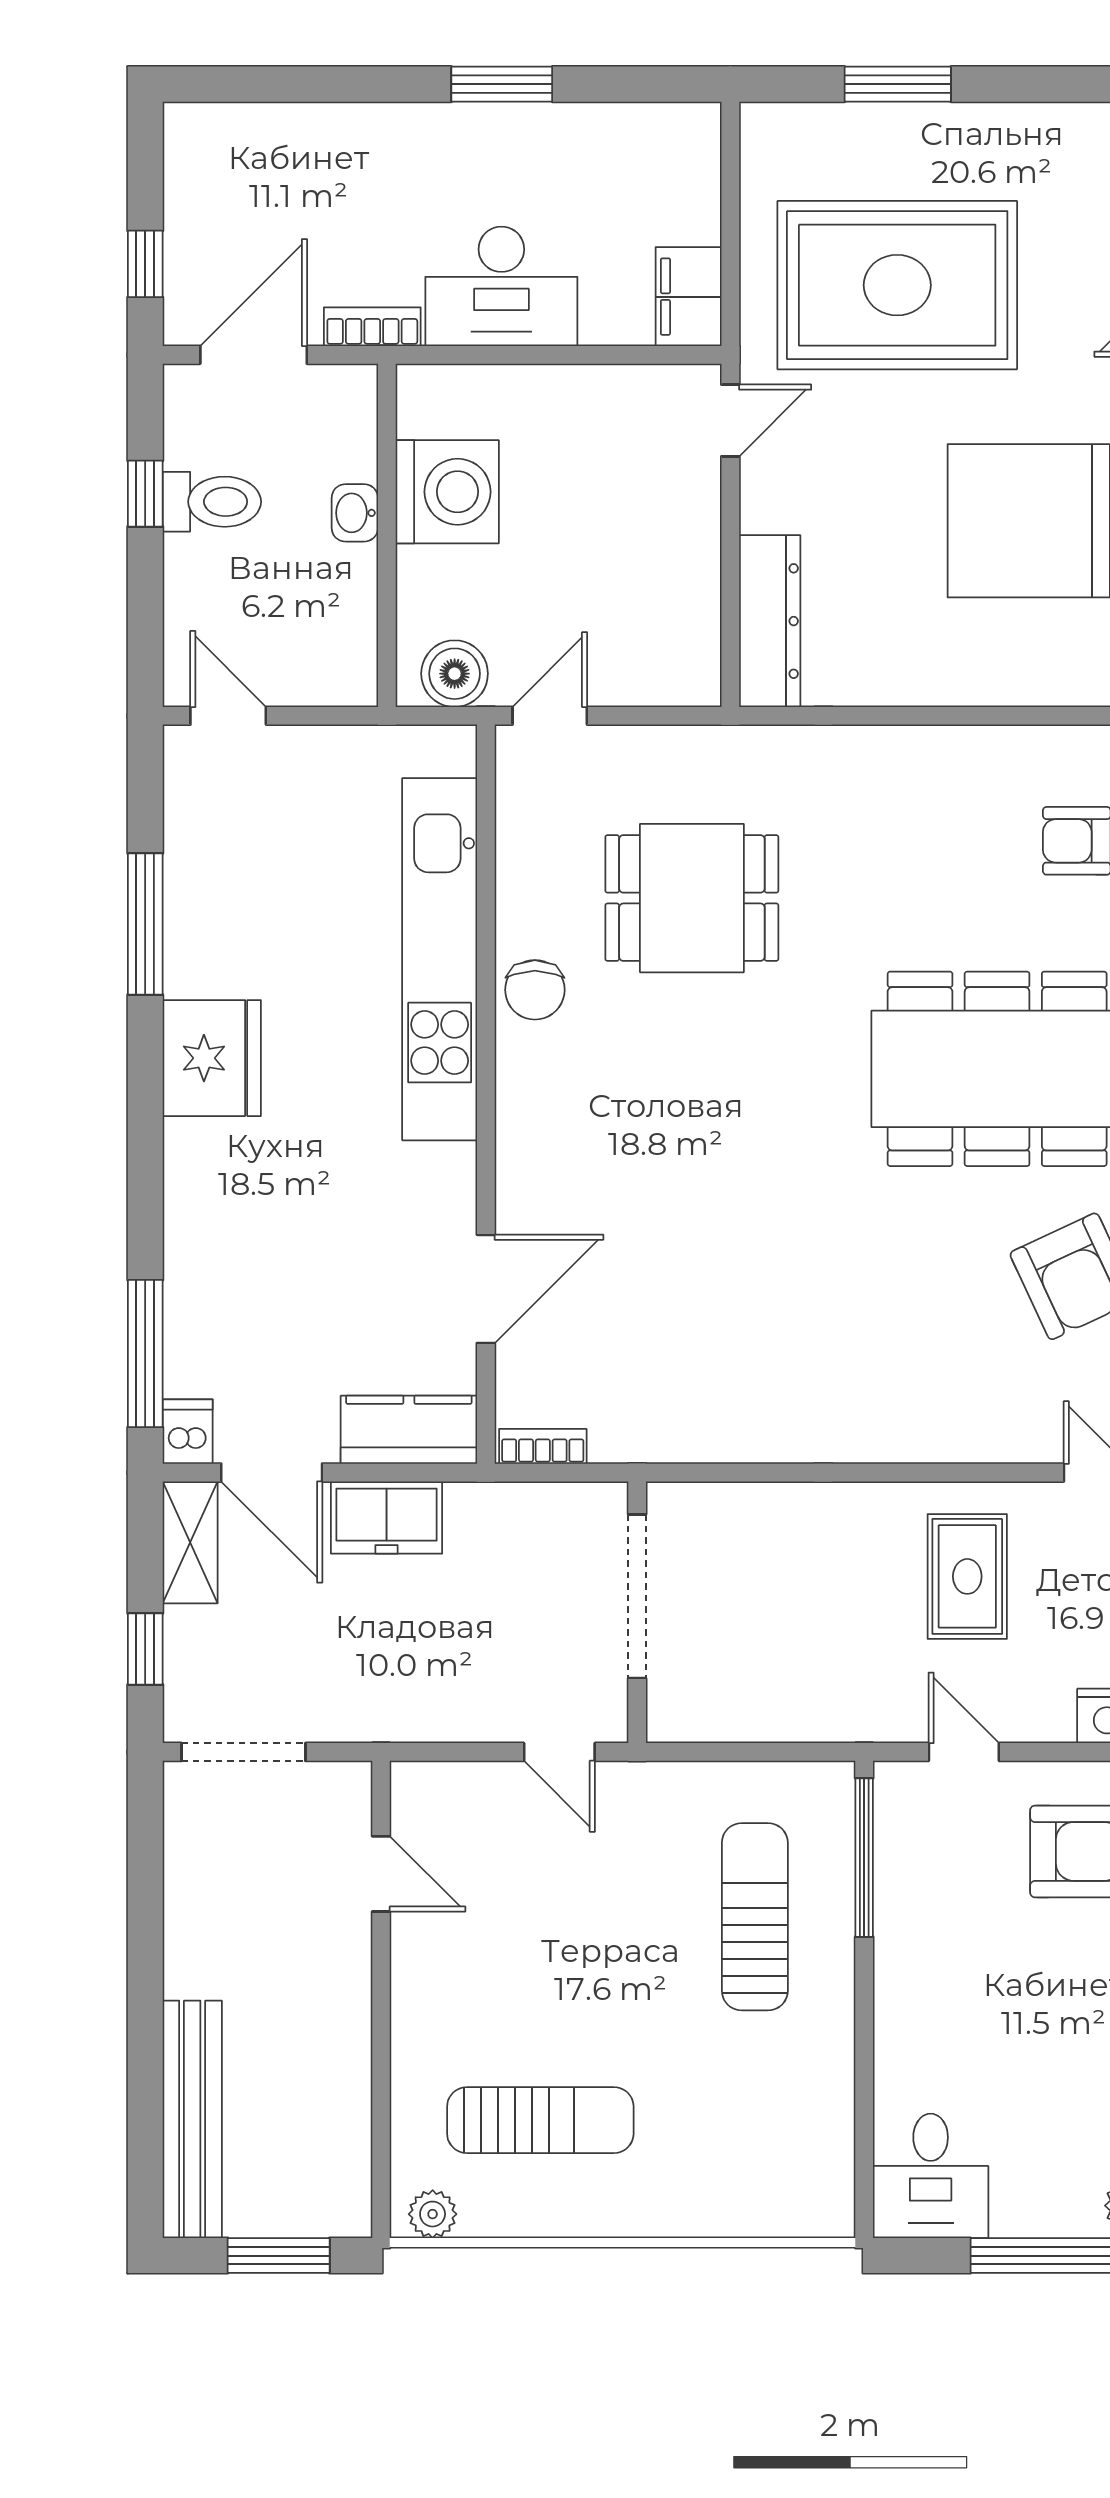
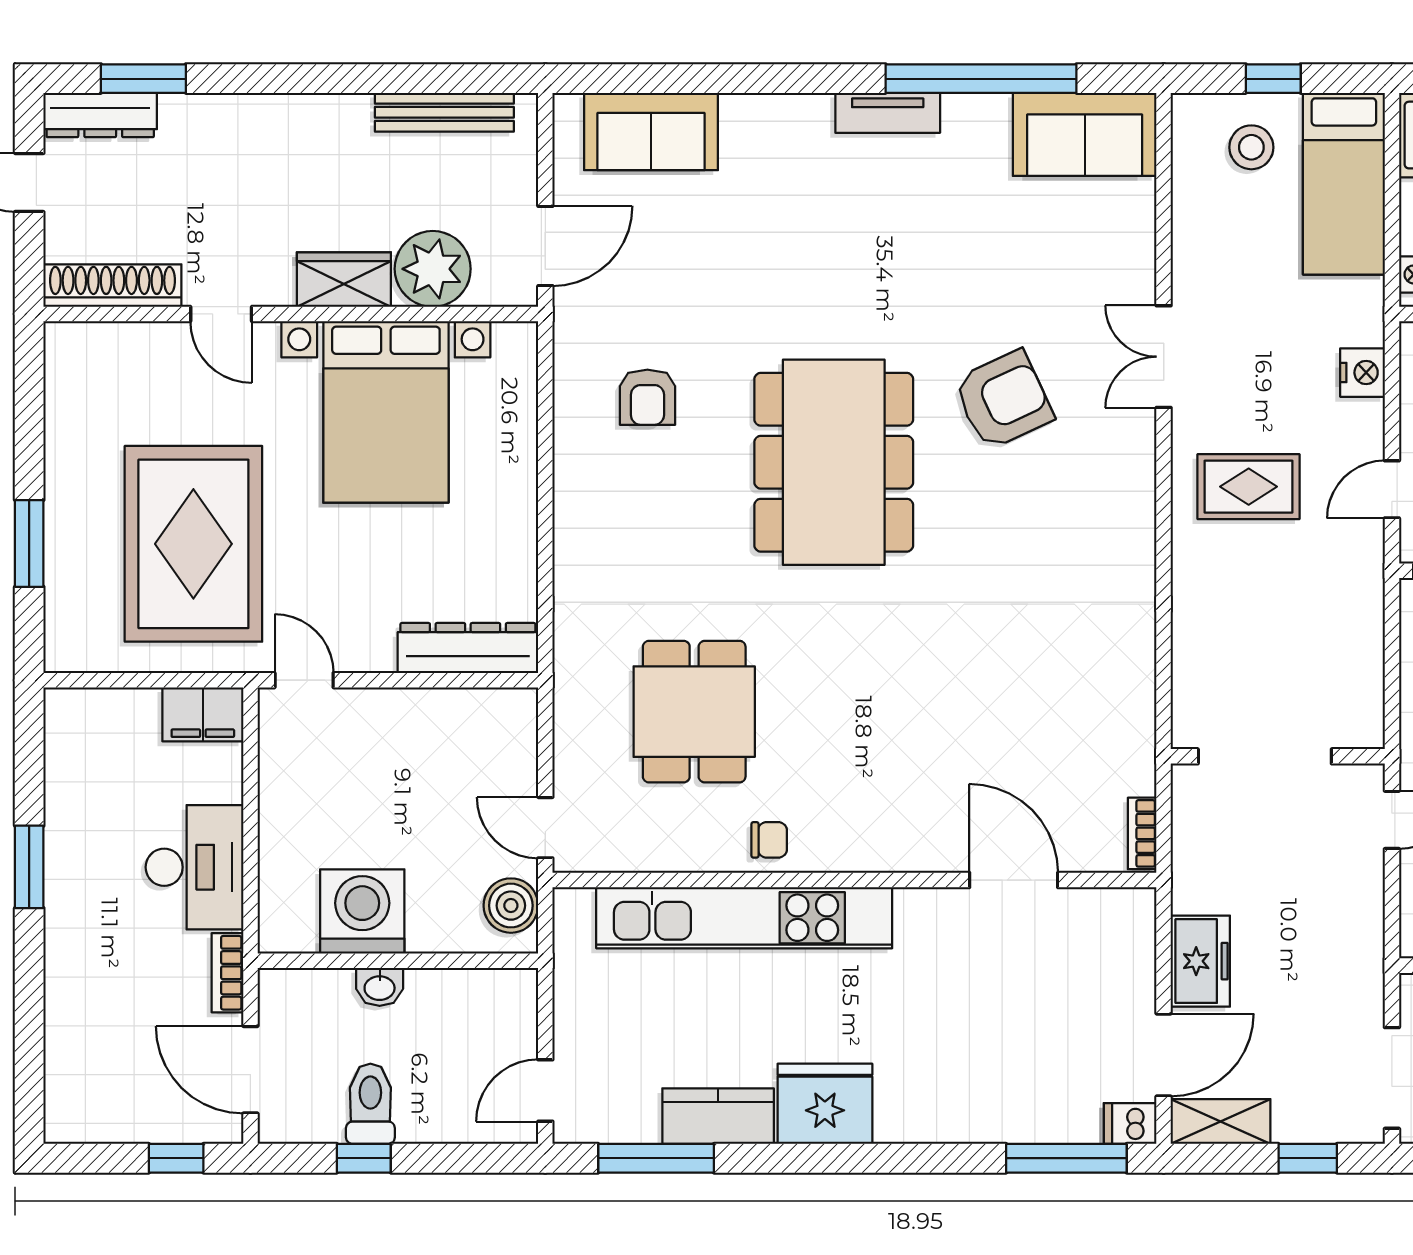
window: (145, 924) -> (656, 1158), moved
chair: (535, 990) -> (769, 840), width x0.73, depth x0.73
kitchen counter: (409, 1430) -> (718, 1116), moved, turned 90

